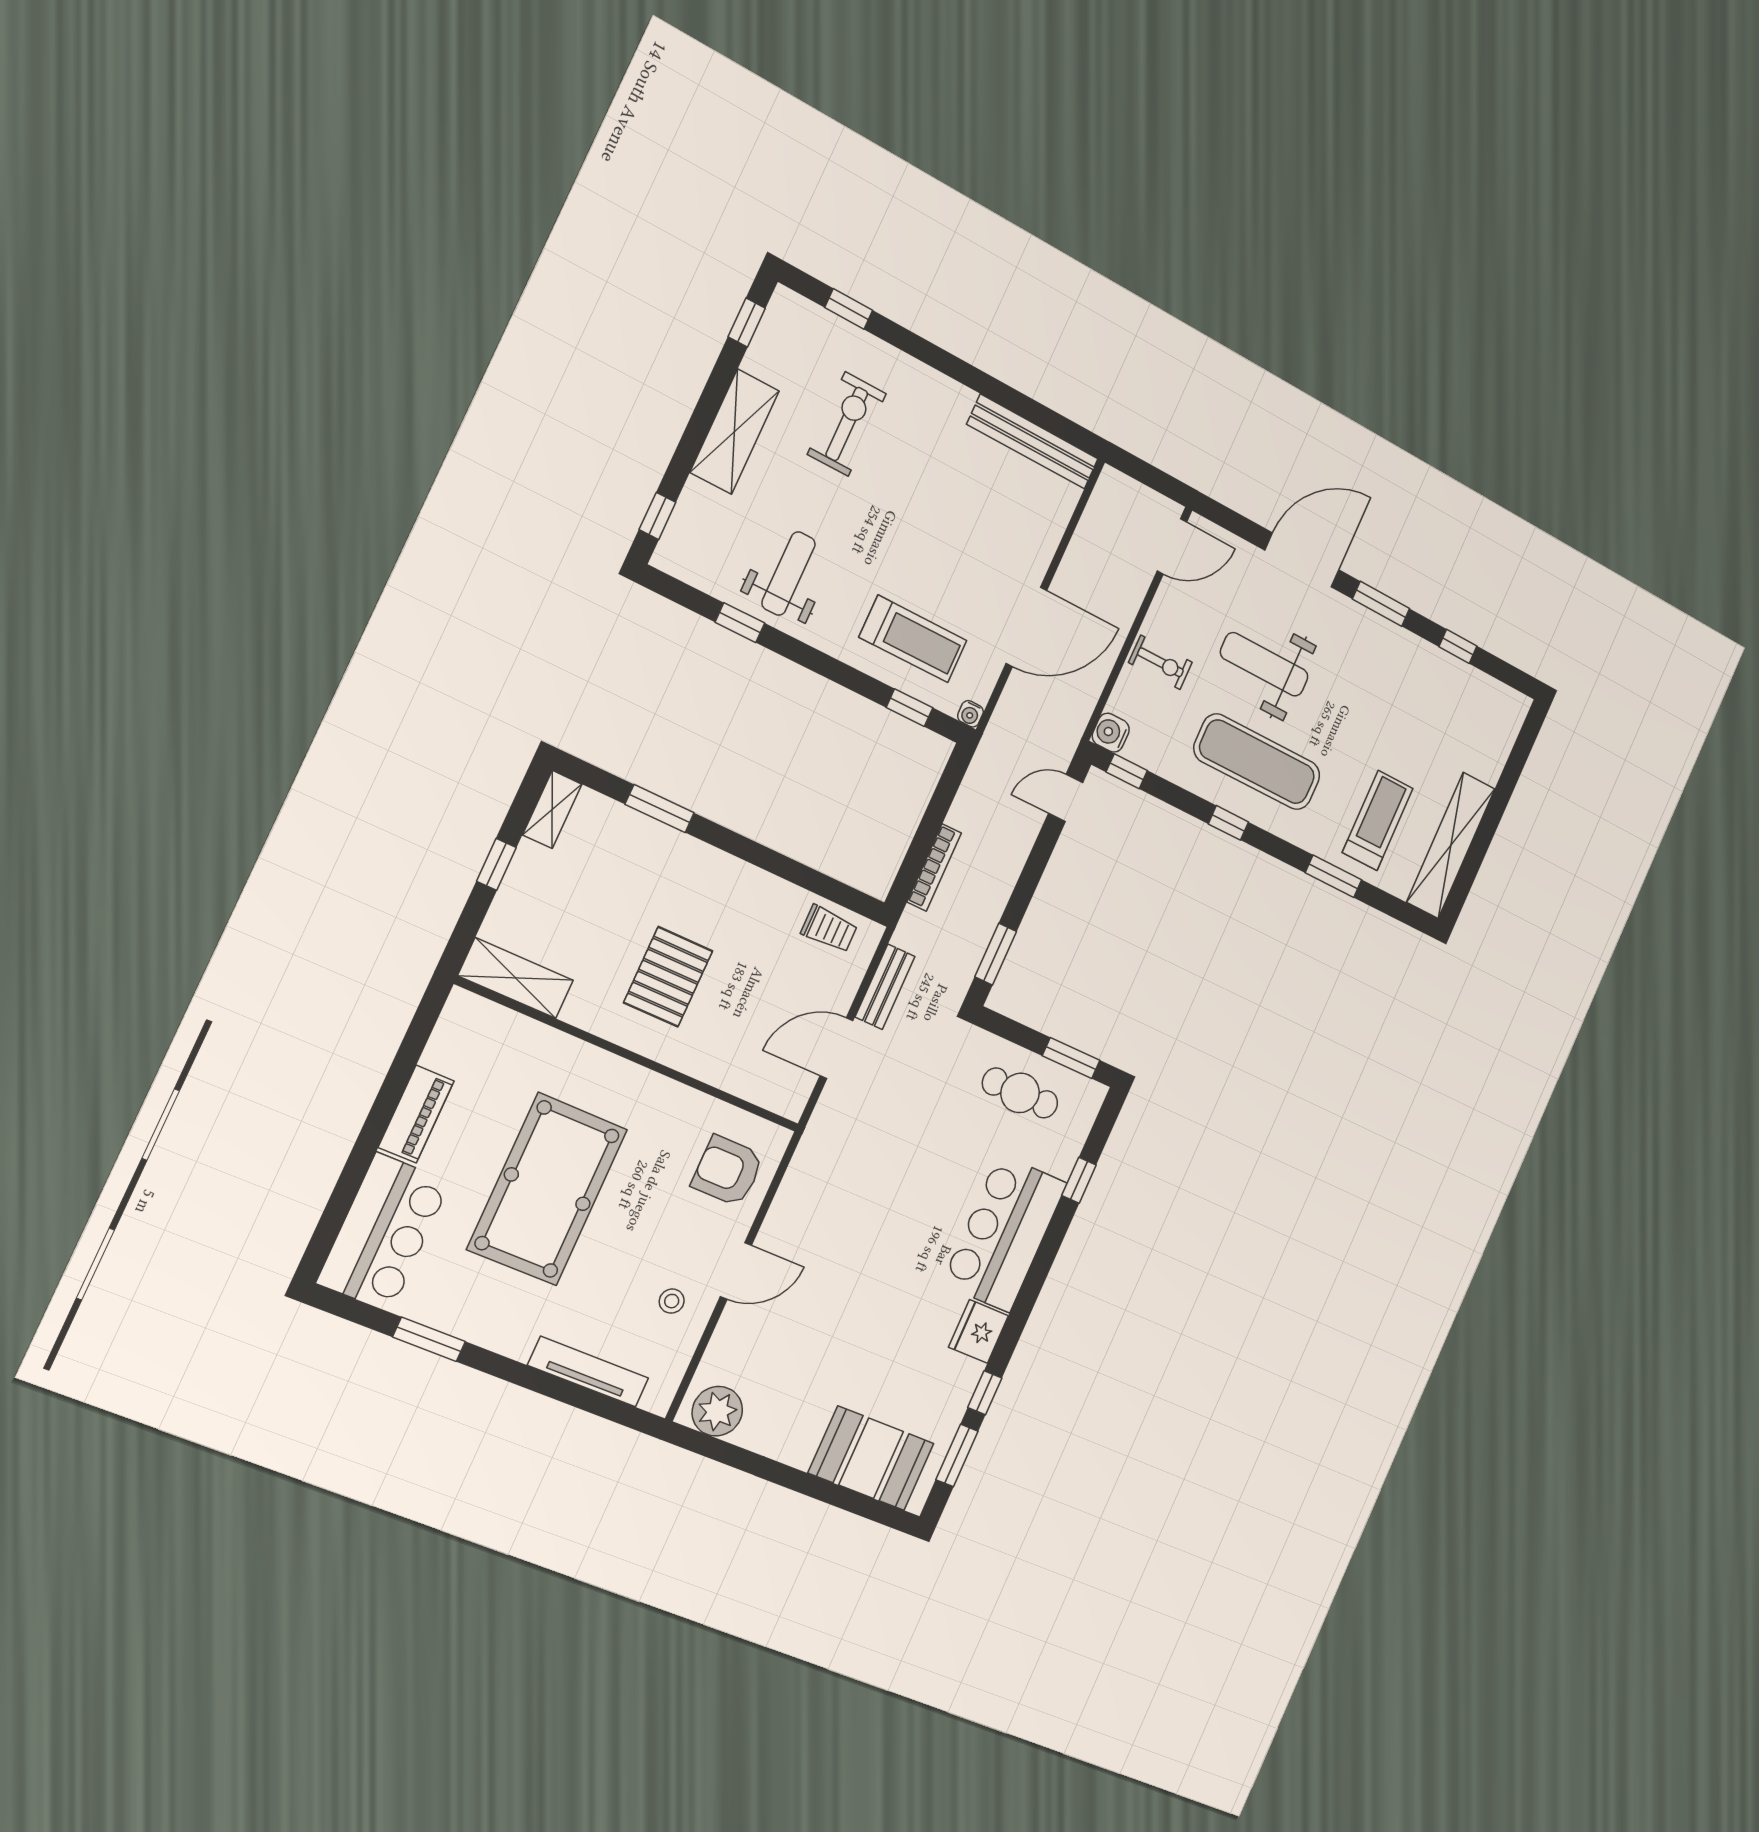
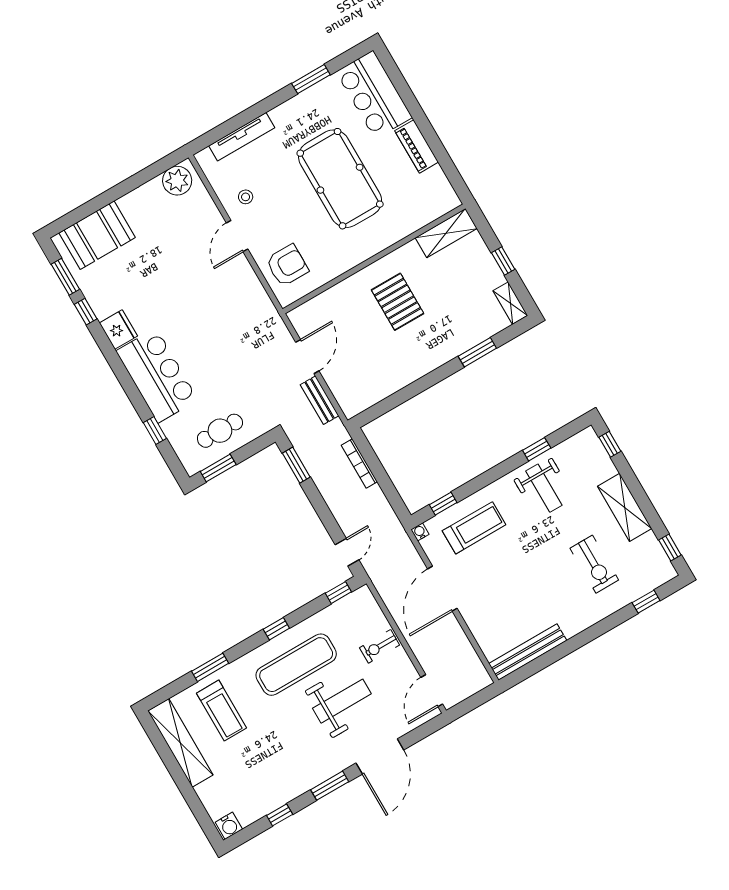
treadmill: (913, 639) -> (474, 528), turned 180
water cooler: (1111, 733) -> (229, 826), moved, turned 90
trolley: (829, 929) -> (366, 392), removed

